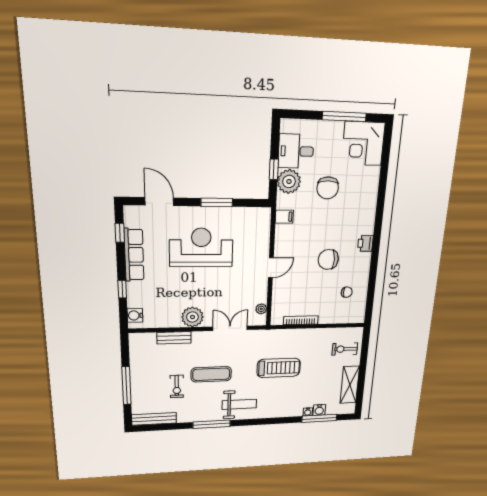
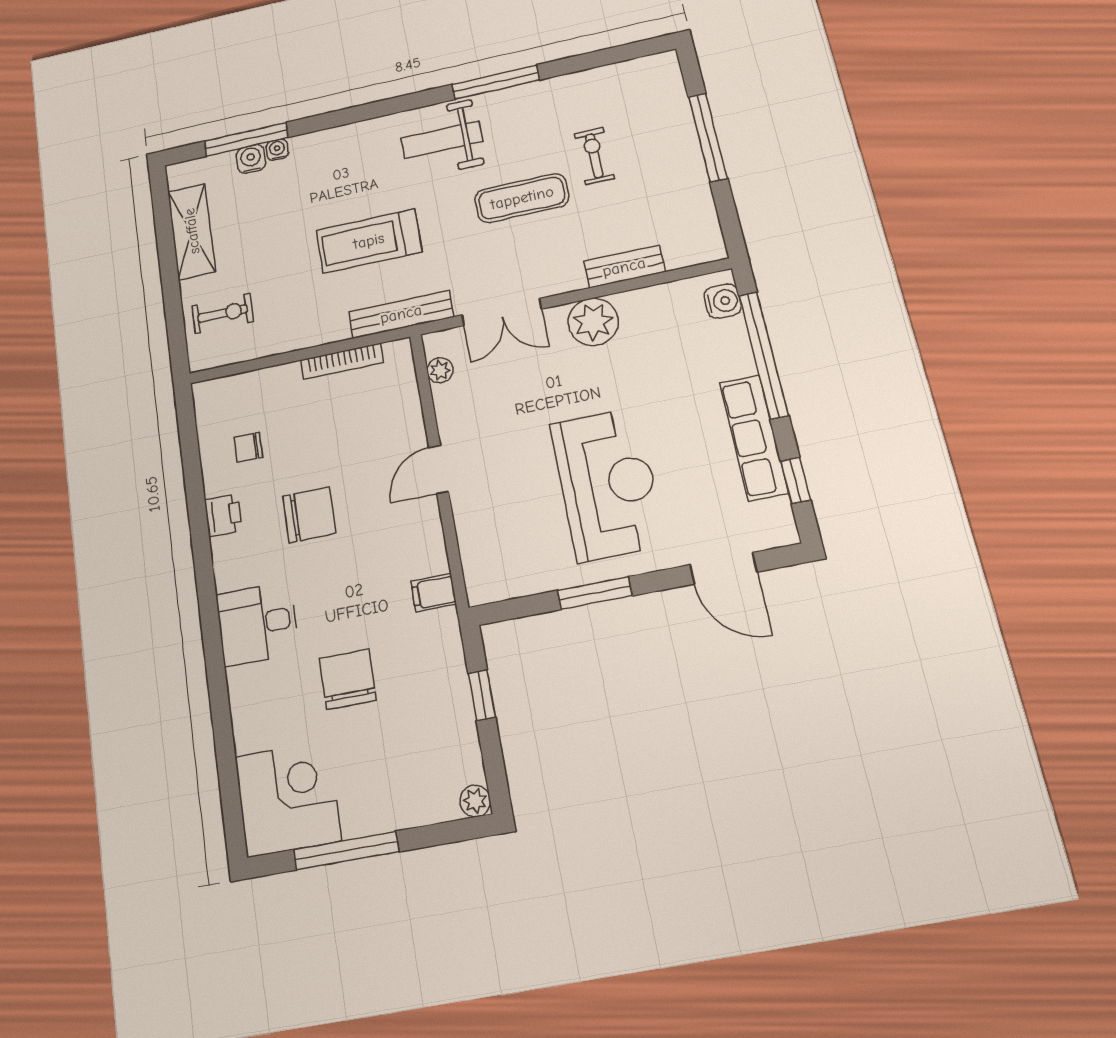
desk: (296, 151) -> (258, 624), moved, turned 180
plant: (289, 181) -> (475, 801), moved, width x0.53, depth x0.53
printer: (365, 243) -> (223, 515), moved
reception desk: (201, 247) -> (608, 484), turned -90
window: (122, 289) -> (763, 355), width x3.17
bench: (154, 419) -> (401, 314), moved

